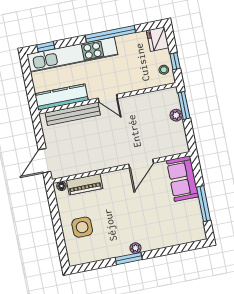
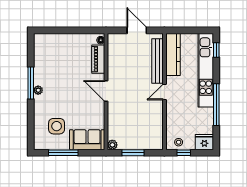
window: (184, 105) -> (133, 153), moved
plant: (176, 115) -> (112, 145), moved
door: (44, 161) -> (137, 30), moved
door: (141, 164) -> (106, 91), moved
side table: (82, 227) -> (57, 126), moved
window: (129, 259) -> (31, 83), width x1.44

